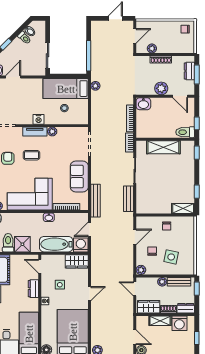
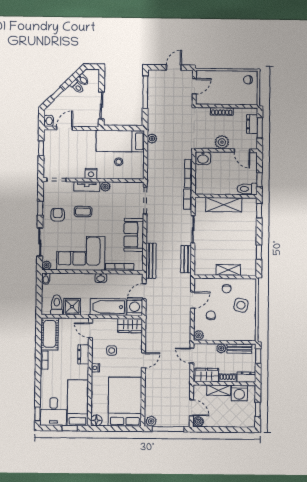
plant: (152, 48) -> (212, 100), removed
window: (89, 56) -> (145, 92), moved
shelving: (183, 208) -> (228, 270), moved
side table: (171, 257) -> (241, 305), moved

